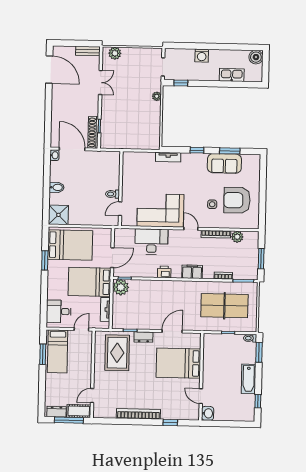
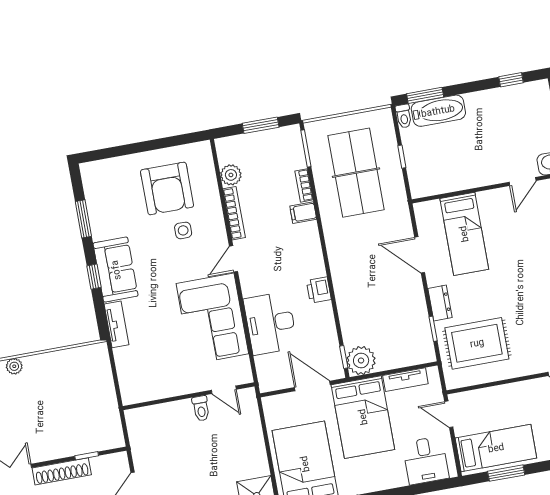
shoe rack: (93, 132) -> (62, 471), moved
sofa: (224, 163) -> (116, 270), moved
filing cabinet: (192, 272) -> (303, 213), moved, width x0.50
bed: (178, 363) -> (464, 234), width x0.67
bathtub: (249, 379) -> (438, 111), moved

